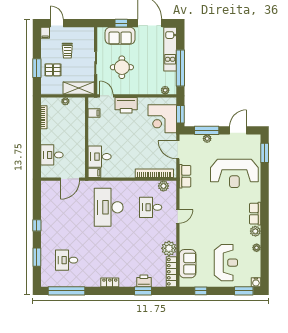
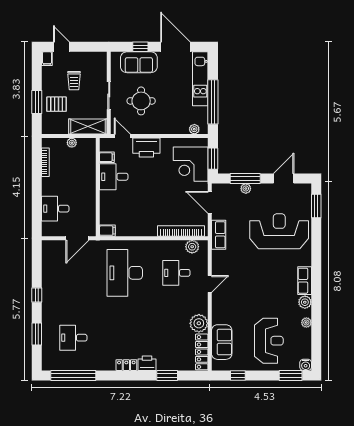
desk: (100, 157) -> (114, 177), moved
reception desk: (234, 173) -> (279, 231), turned 180
printer: (144, 281) -> (147, 363), moved

